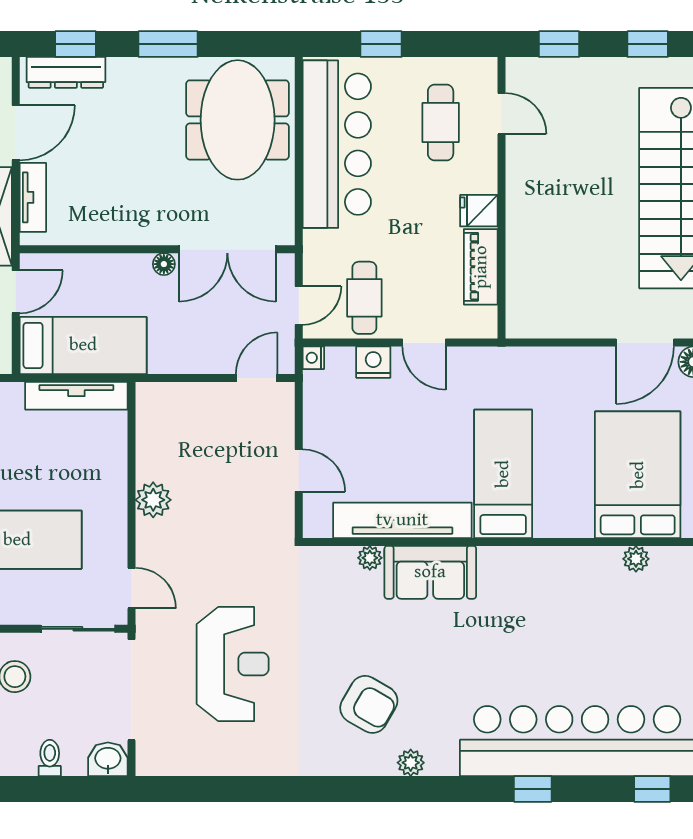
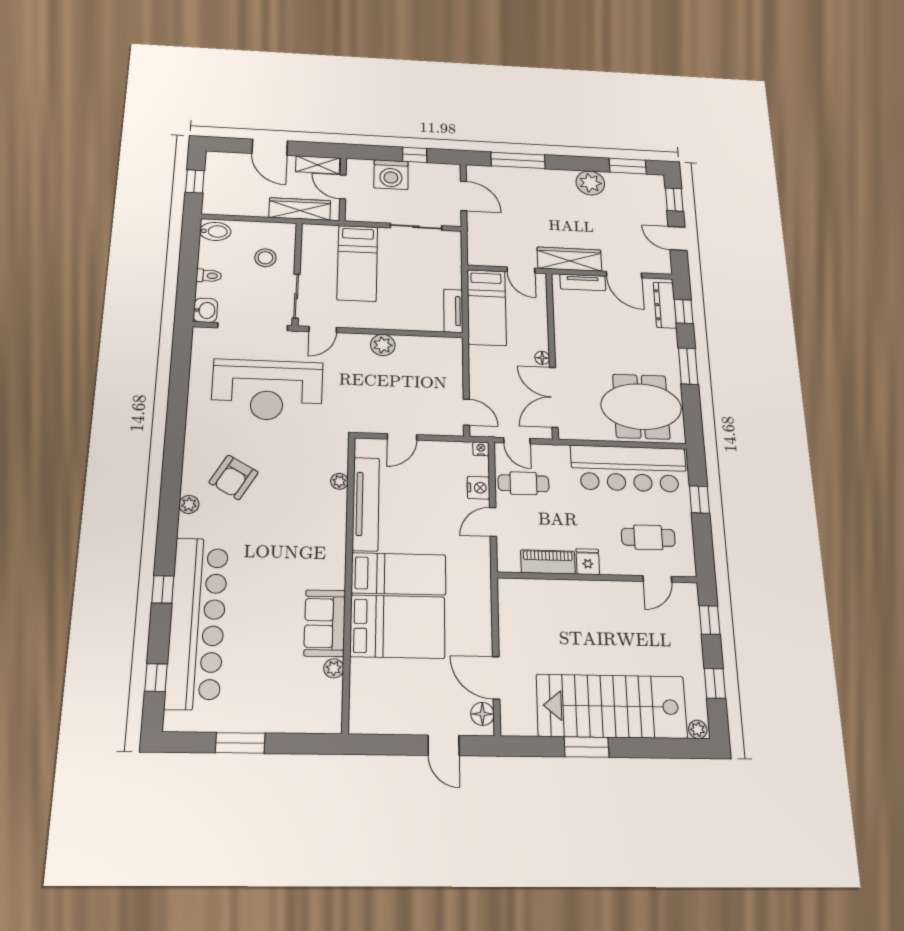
tv unit: (76, 396) -> (453, 311), width x0.71
bed: (638, 475) -> (398, 627), moved
sofa: (430, 572) -> (325, 623), moved
reception desk: (233, 664) -> (267, 390), width x1.36, depth x1.30

